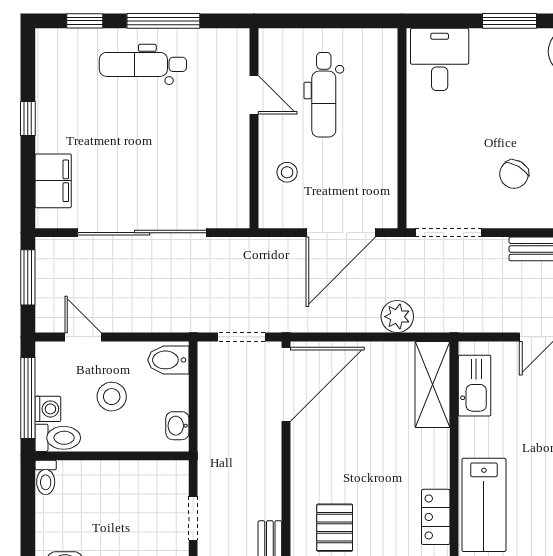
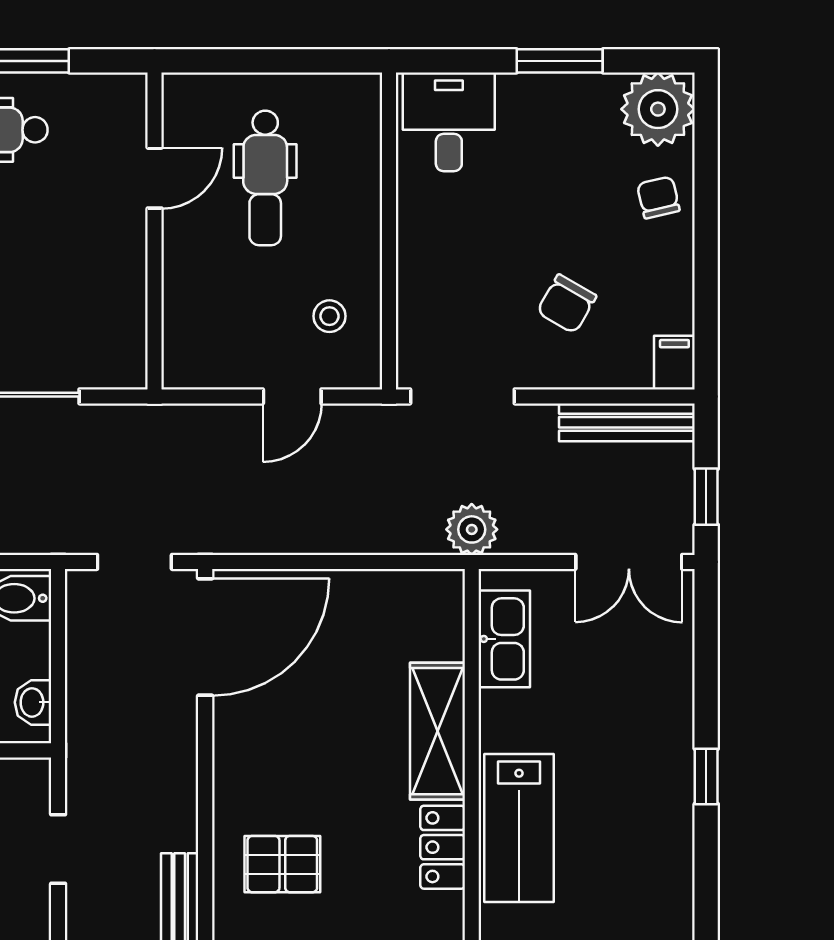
door: (254, 95) -> (155, 178), hinge flipped
stool: (287, 172) -> (329, 316), moved
door: (341, 233) -> (292, 396), width x0.53
plant: (397, 317) -> (472, 529), moved
shelving: (432, 385) -> (437, 731), moved
pallet: (335, 528) -> (282, 864), turned 90

